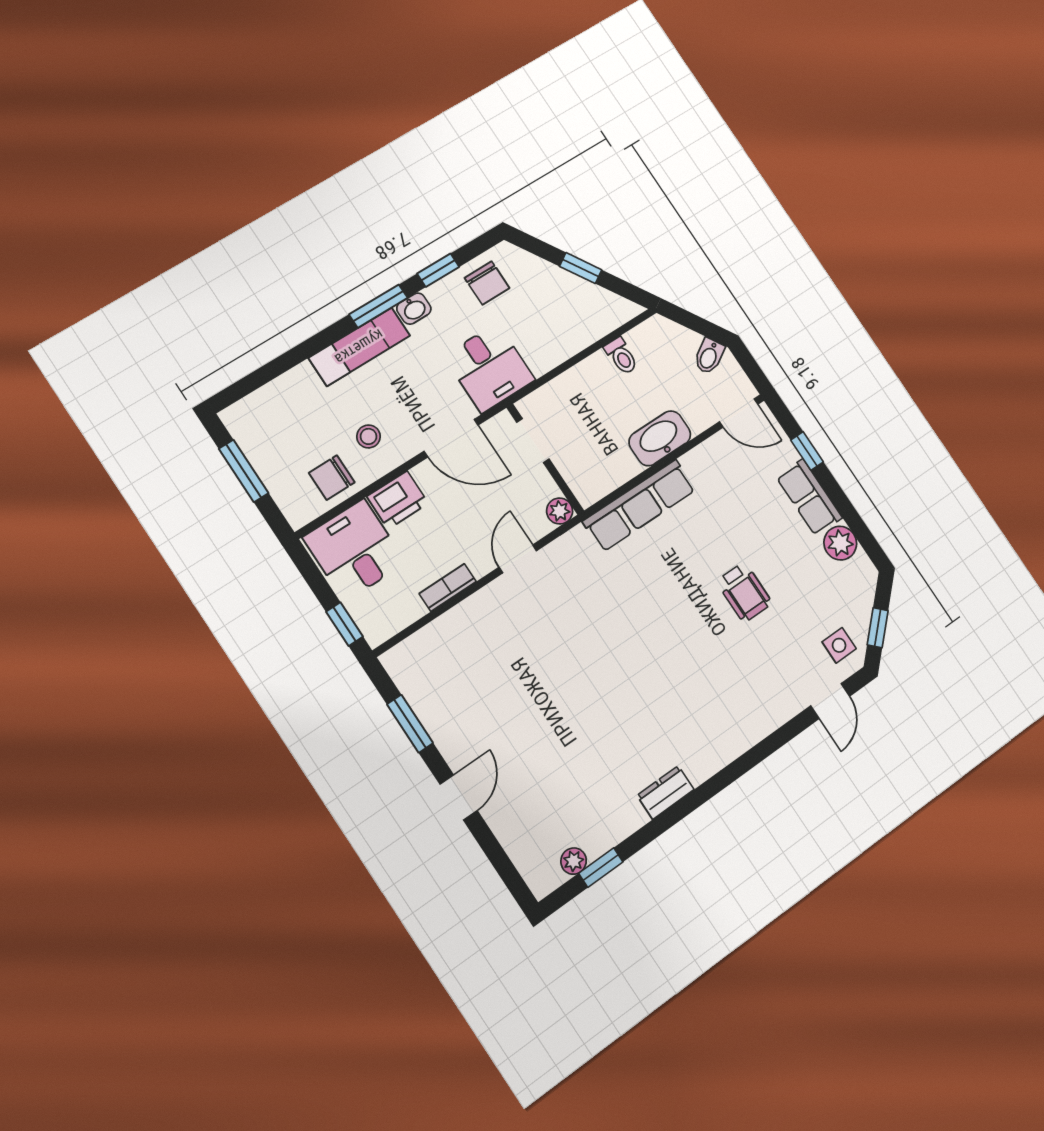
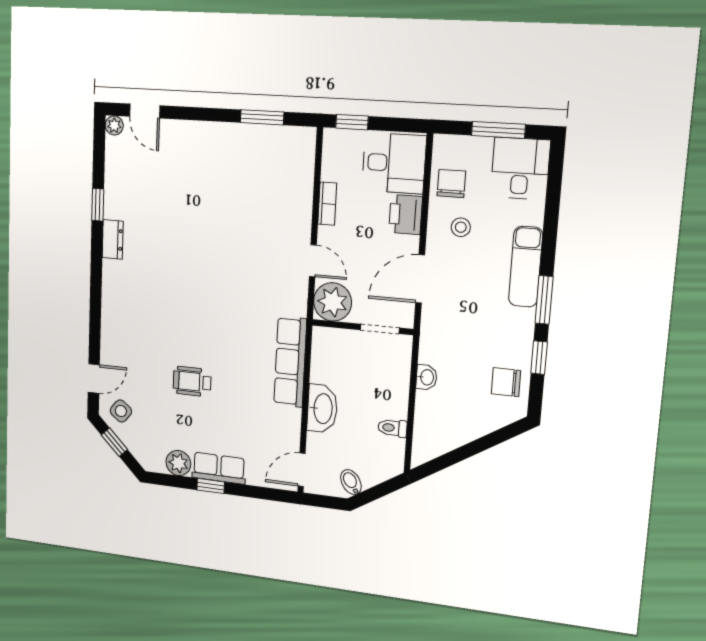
window: (581, 268) -> (470, 450), removed
washbasin: (414, 309) -> (426, 377), moved, turned 180
desk: (489, 368) -> (520, 168), moved, turned 90
window: (807, 451) -> (211, 486), moved
plant: (560, 511) -> (333, 302), width x1.88, depth x1.88
side table: (839, 645) -> (121, 411), turned 38
door: (830, 701) -> (94, 379), swing flipped
door: (459, 797) -> (145, 111), moved
plant: (574, 861) -> (114, 125), moved
window: (601, 868) -> (98, 205), moved

